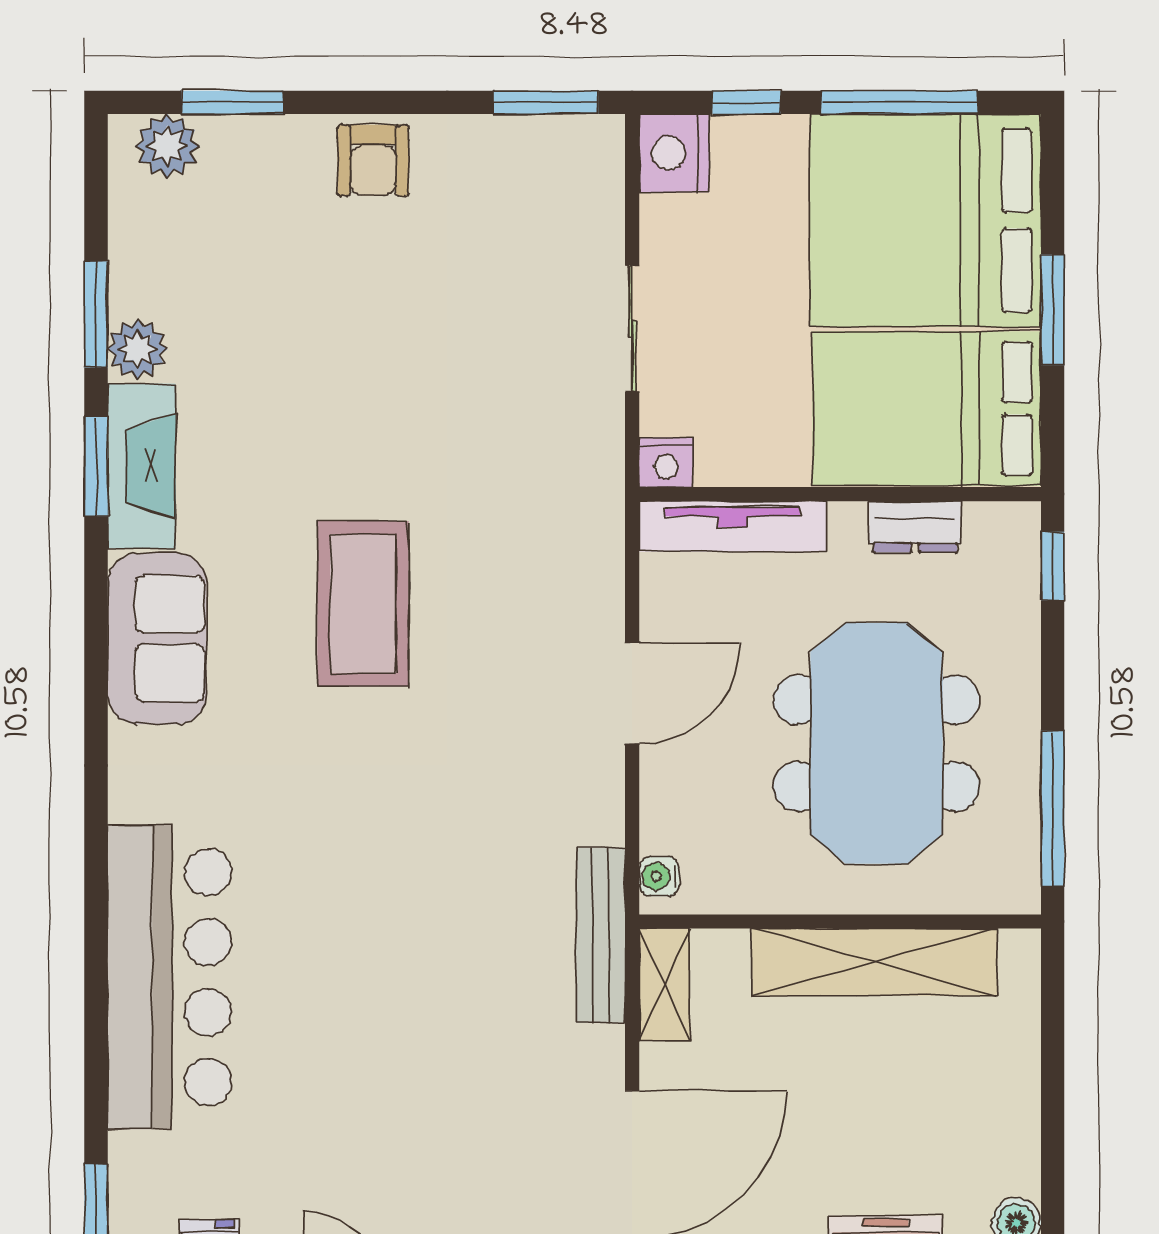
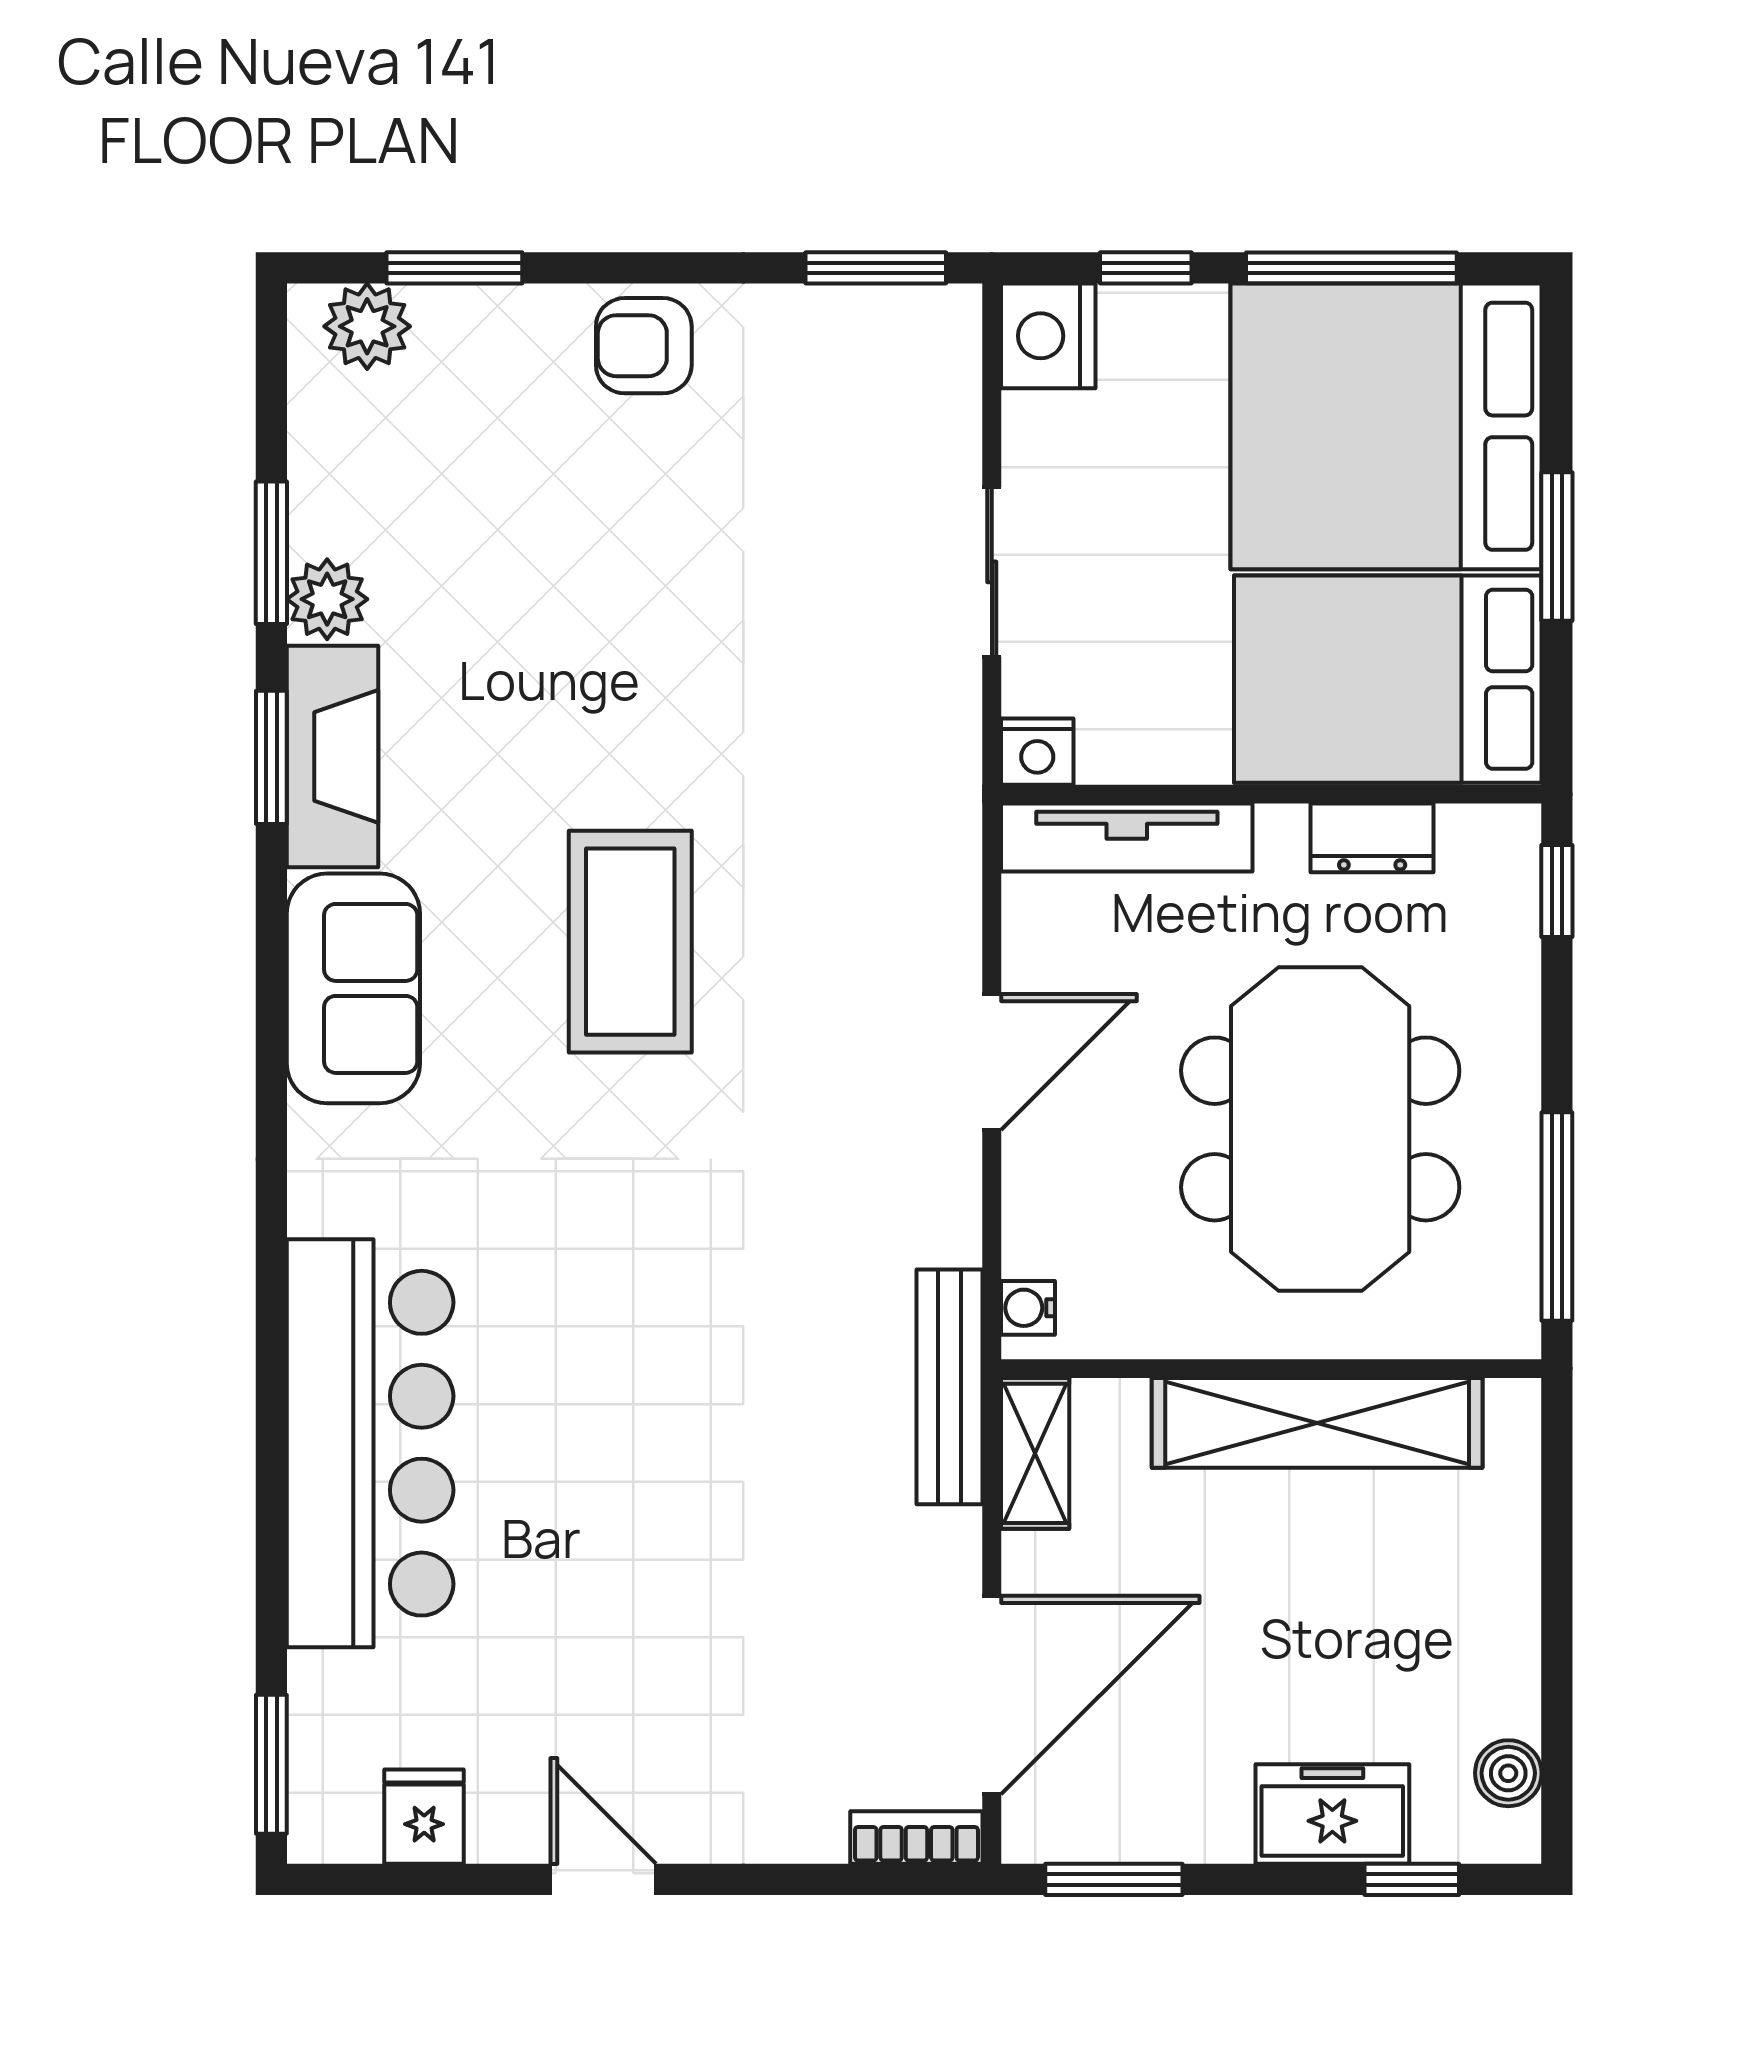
armchair: (373, 160) -> (644, 346), turned 90

